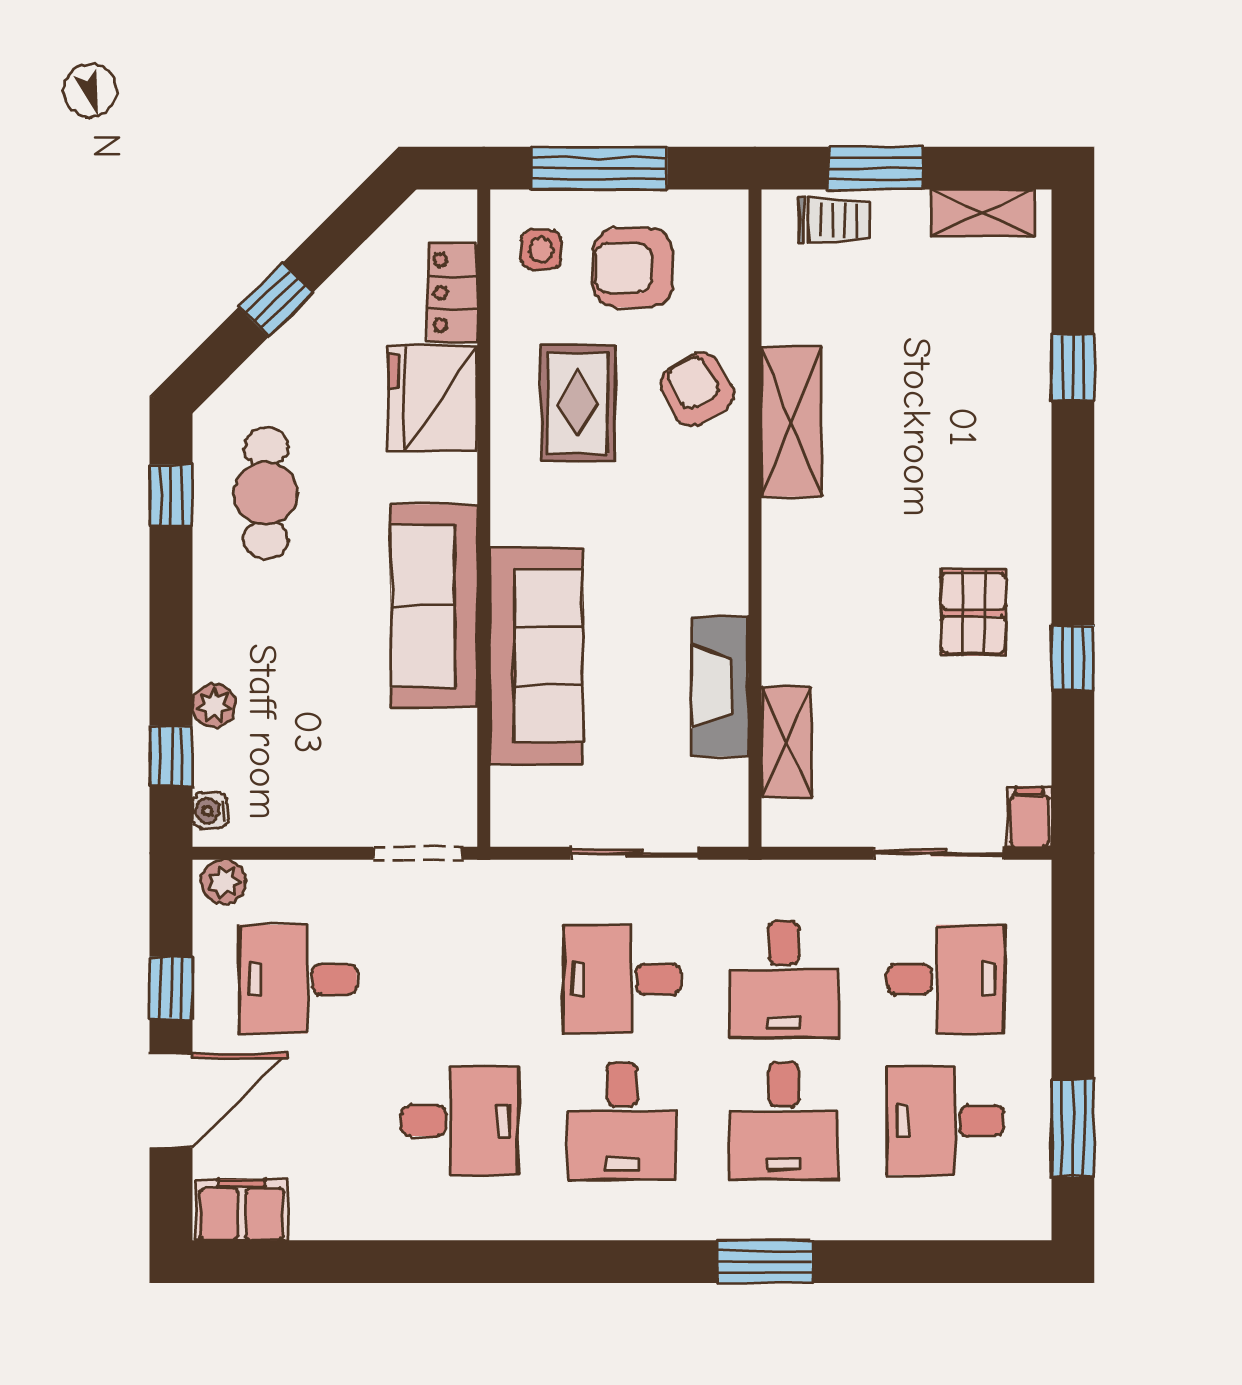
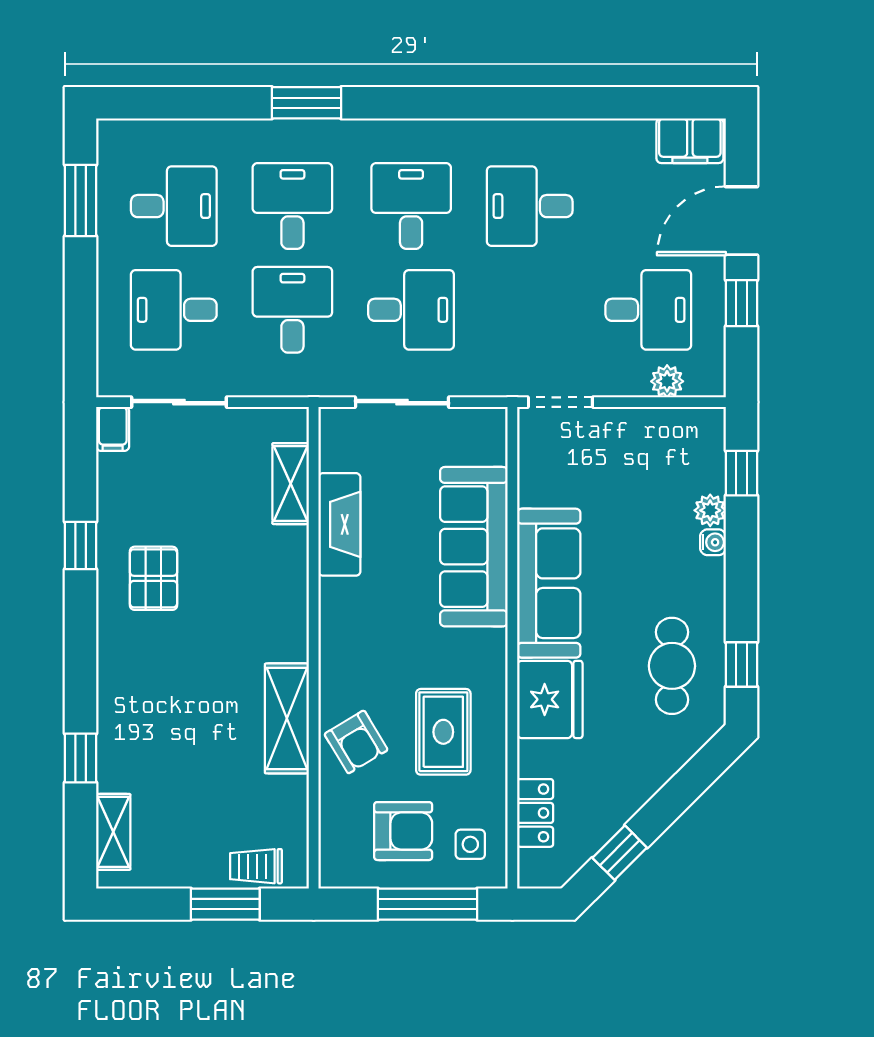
shelving: (982, 213) -> (113, 832), moved, turned 90
window: (276, 300) -> (620, 853), moved
fridge: (433, 398) -> (550, 699), moved
water cooler: (210, 811) -> (713, 542), moved
plant: (224, 882) -> (667, 381), moved

